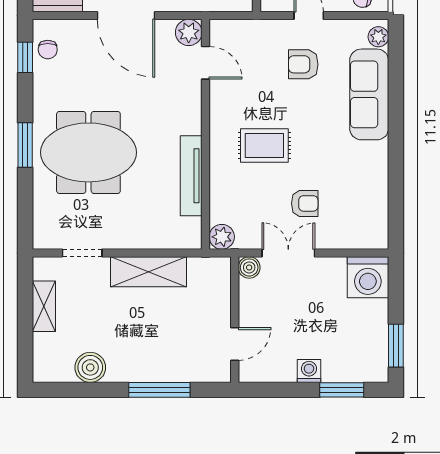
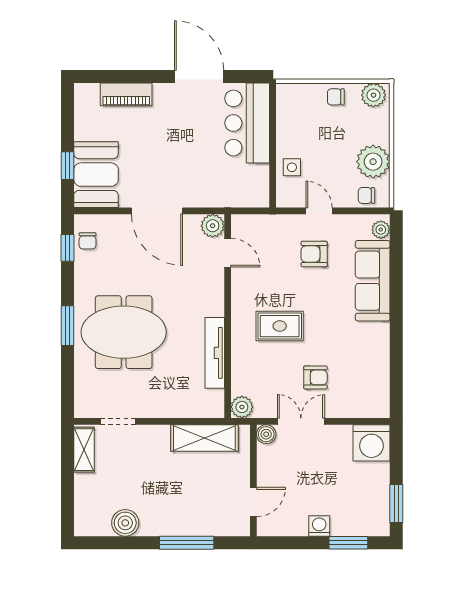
shelving: (148, 272) -> (204, 438), moved
shelving: (44, 306) -> (84, 450), moved

